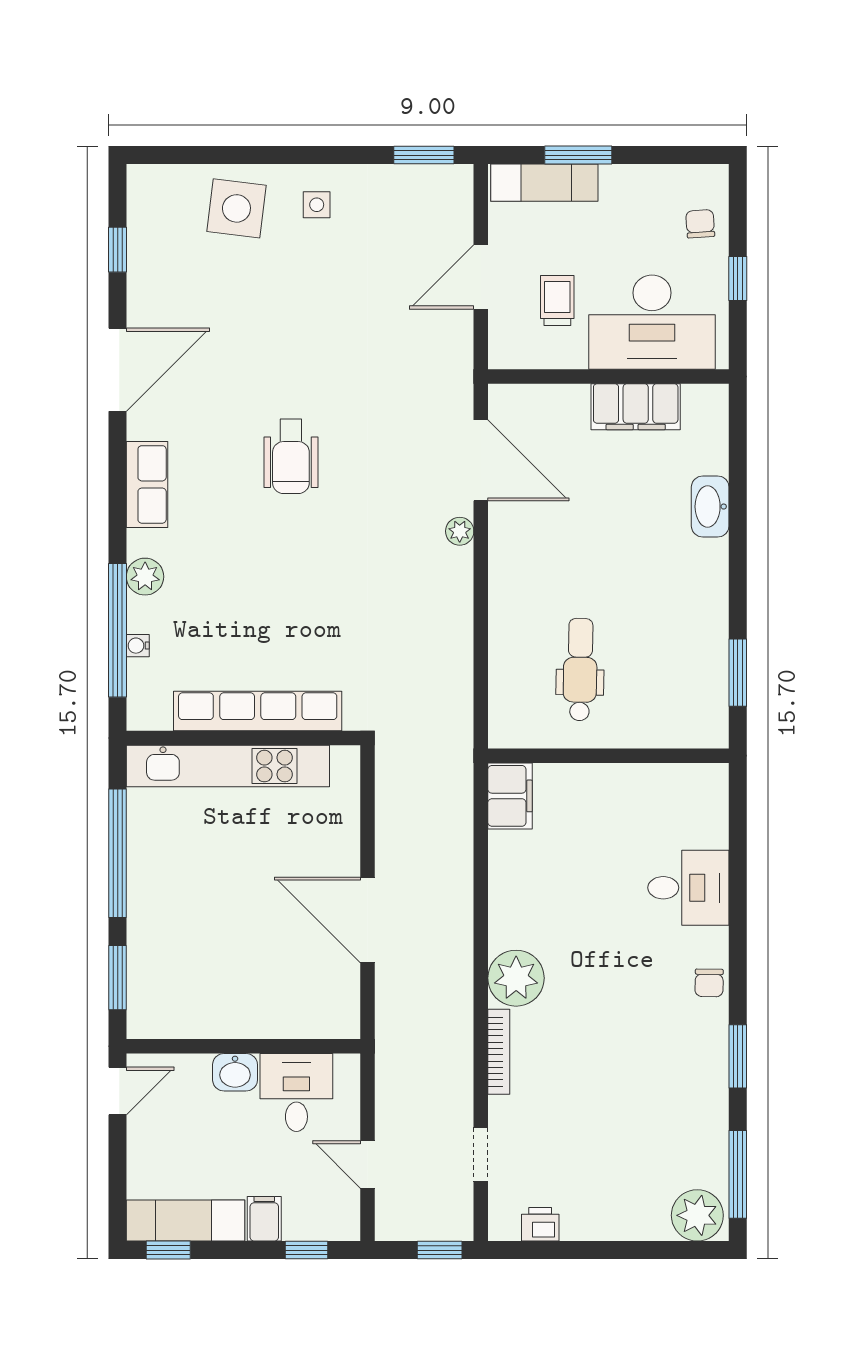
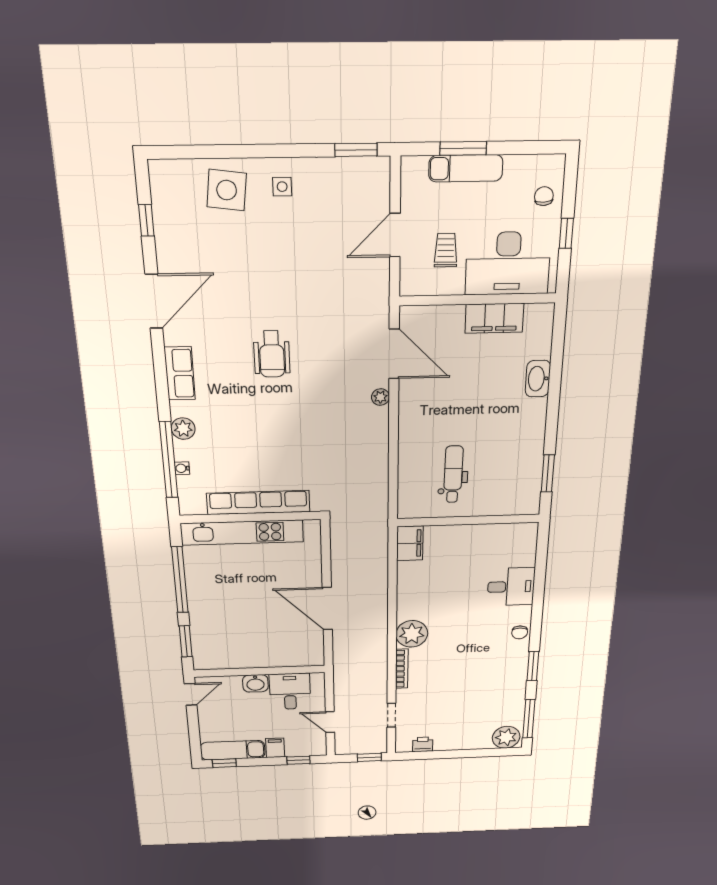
exam couch: (544, 183) -> (466, 168), moved

